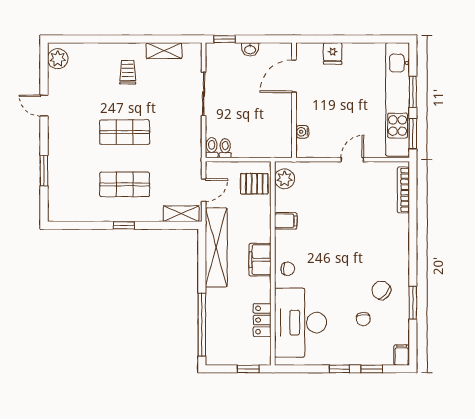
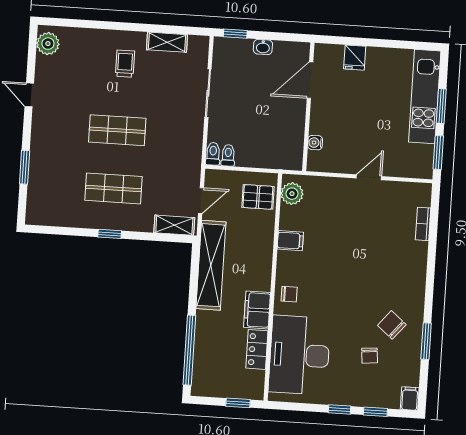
kitchen unit: (398, 99) -> (425, 97), width x0.73
bookcase: (403, 190) -> (423, 224), width x0.64
filing cabinet: (260, 260) -> (257, 310), moved

